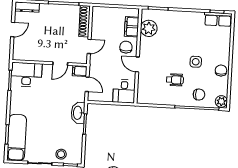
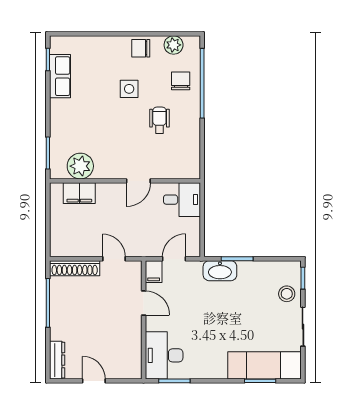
row of seats: (218, 19) -> (60, 76), moved
chair: (126, 47) -> (112, 200), removed
plant: (221, 101) -> (174, 45), moved

